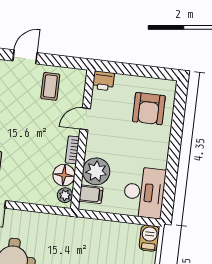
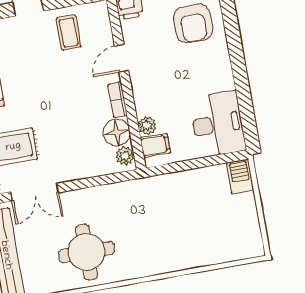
plant: (96, 171) -> (147, 126), width x0.53, depth x0.53

